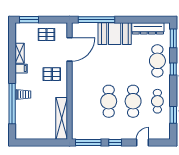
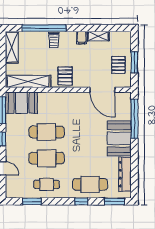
window: (29, 20) -> (134, 62), moved
pallet: (52, 74) -> (65, 76), moved
booth: (81, 125) -> (21, 103), added
shelving: (30, 134) -> (12, 47), added

